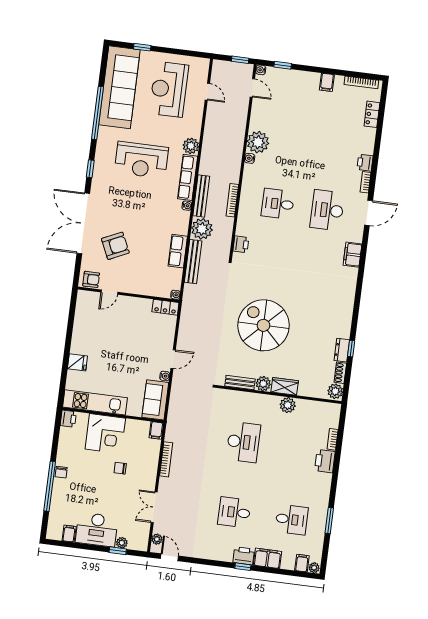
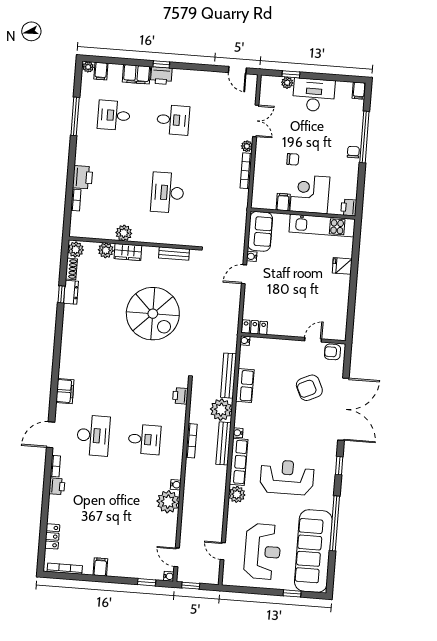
plant: (263, 384) -> (106, 250), moved
filing cabinet: (156, 430) -> (283, 202), moved
window: (329, 521) -> (75, 116), width x1.44
filing cabinet: (69, 534) -> (359, 91), moved
plant: (157, 539) -> (247, 146), moved

